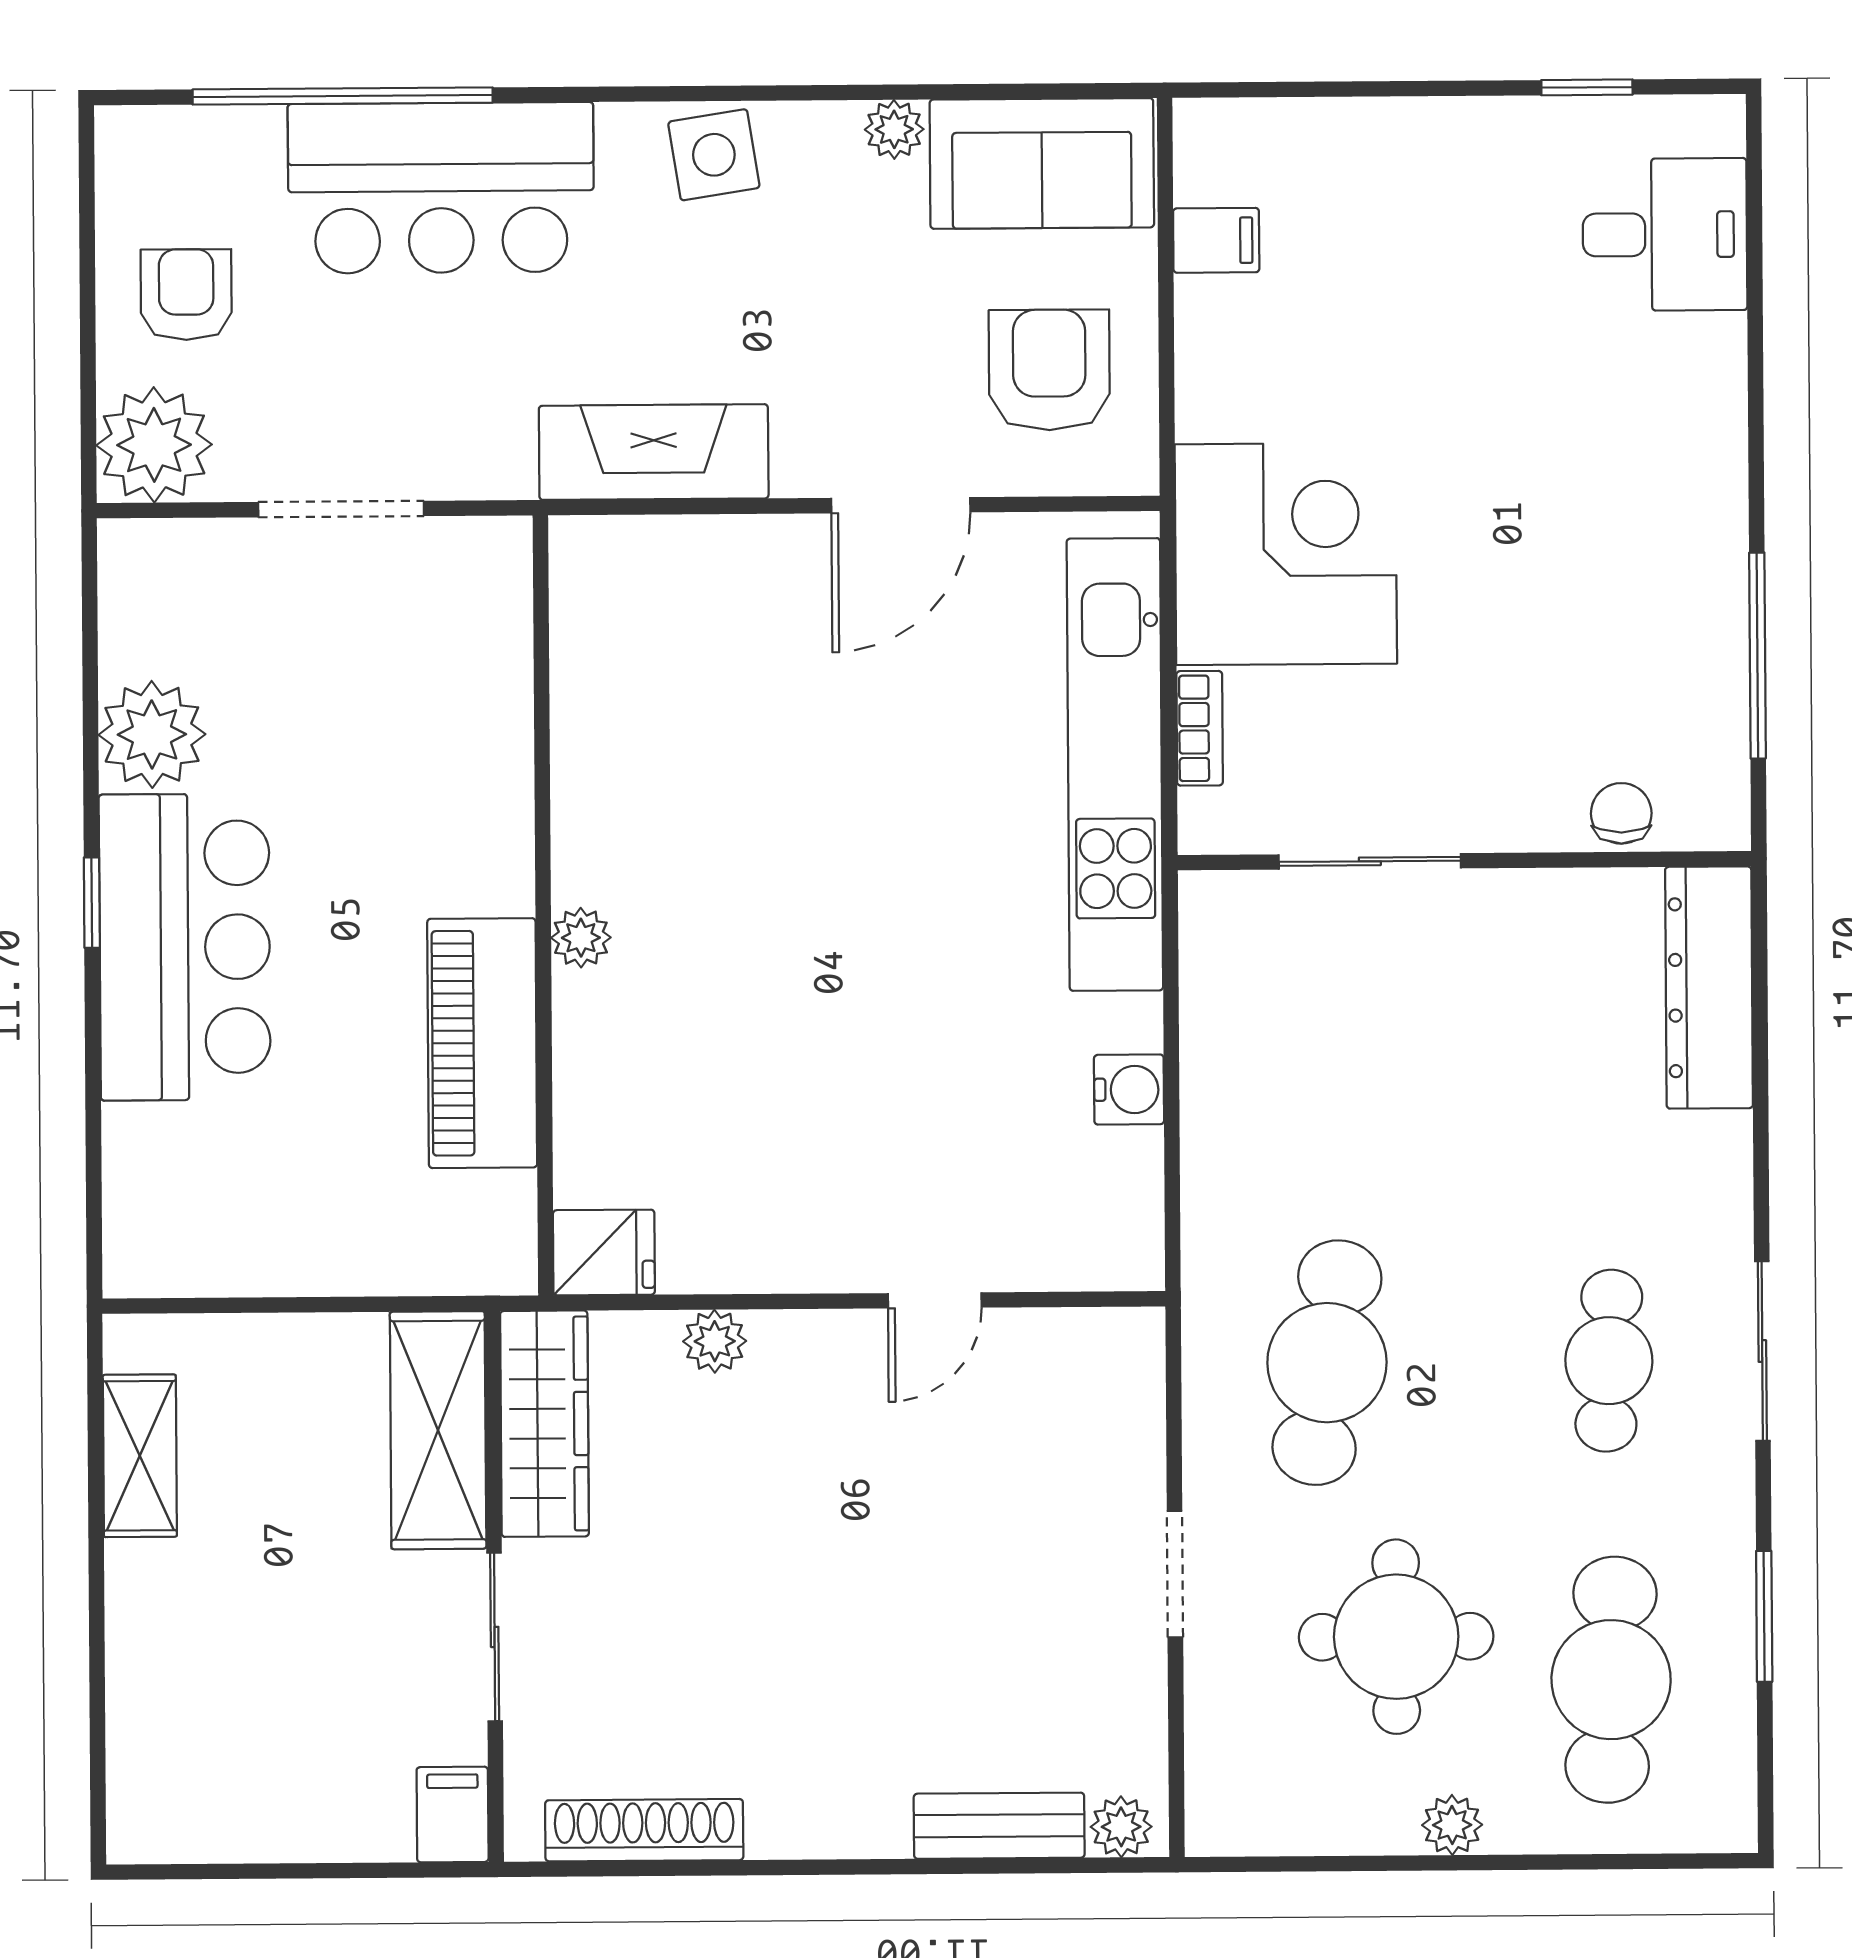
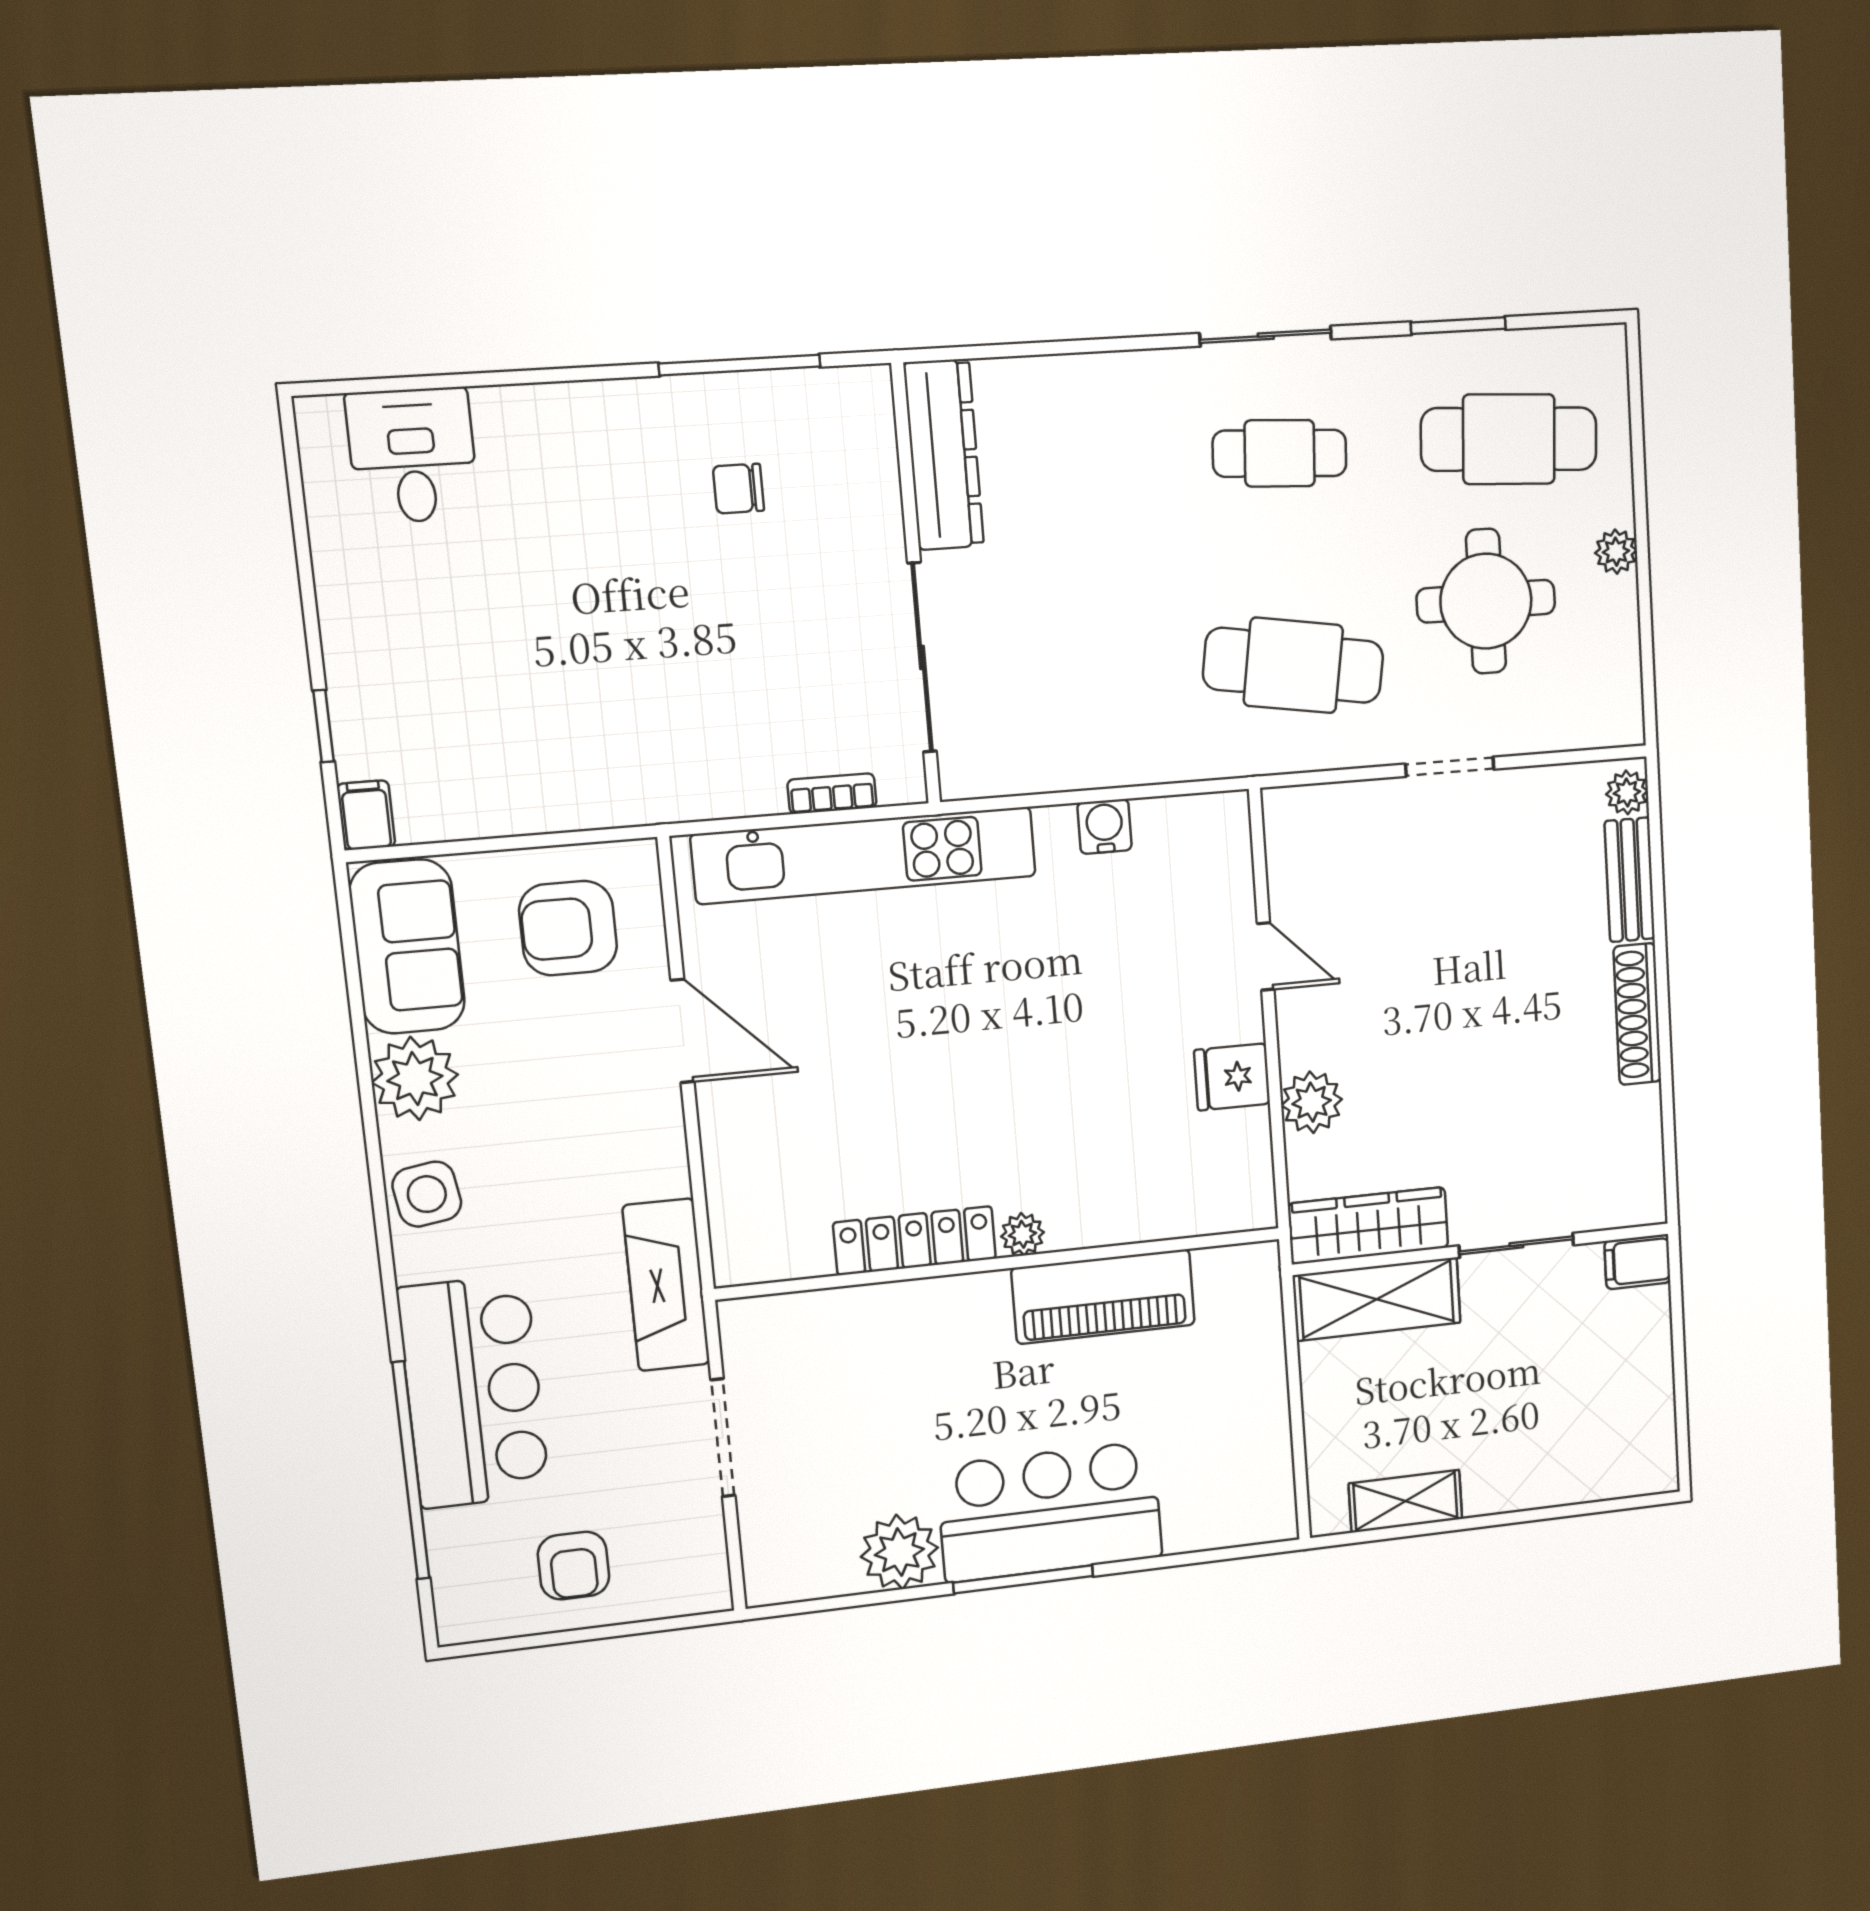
window: (1587, 87) -> (324, 726), moved
plant: (894, 129) -> (415, 1078), width x1.87, depth x1.87
filing cabinet: (1216, 240) -> (366, 815), moved
armchair: (186, 295) -> (574, 1566), turned -90
plant: (154, 445) -> (688, 1575), removed
fireplace: (654, 452) -> (666, 1285), moved
corner desk: (1286, 554) -> (693, 737), removed
locker: (587, 790) -> (915, 1241), added
chair: (1621, 813) -> (739, 489), moved
sliding door: (1370, 861) -> (922, 658), width x1.37
window: (92, 903) -> (1023, 1579), width x2.17
dresser: (1709, 988) -> (944, 455), moved, turned -90
fridge: (604, 1252) -> (1232, 1077), moved, turned -90
plant: (715, 1341) -> (1312, 1102), width x1.38, depth x1.38
shoe rack: (644, 1830) -> (1637, 1014), moved

